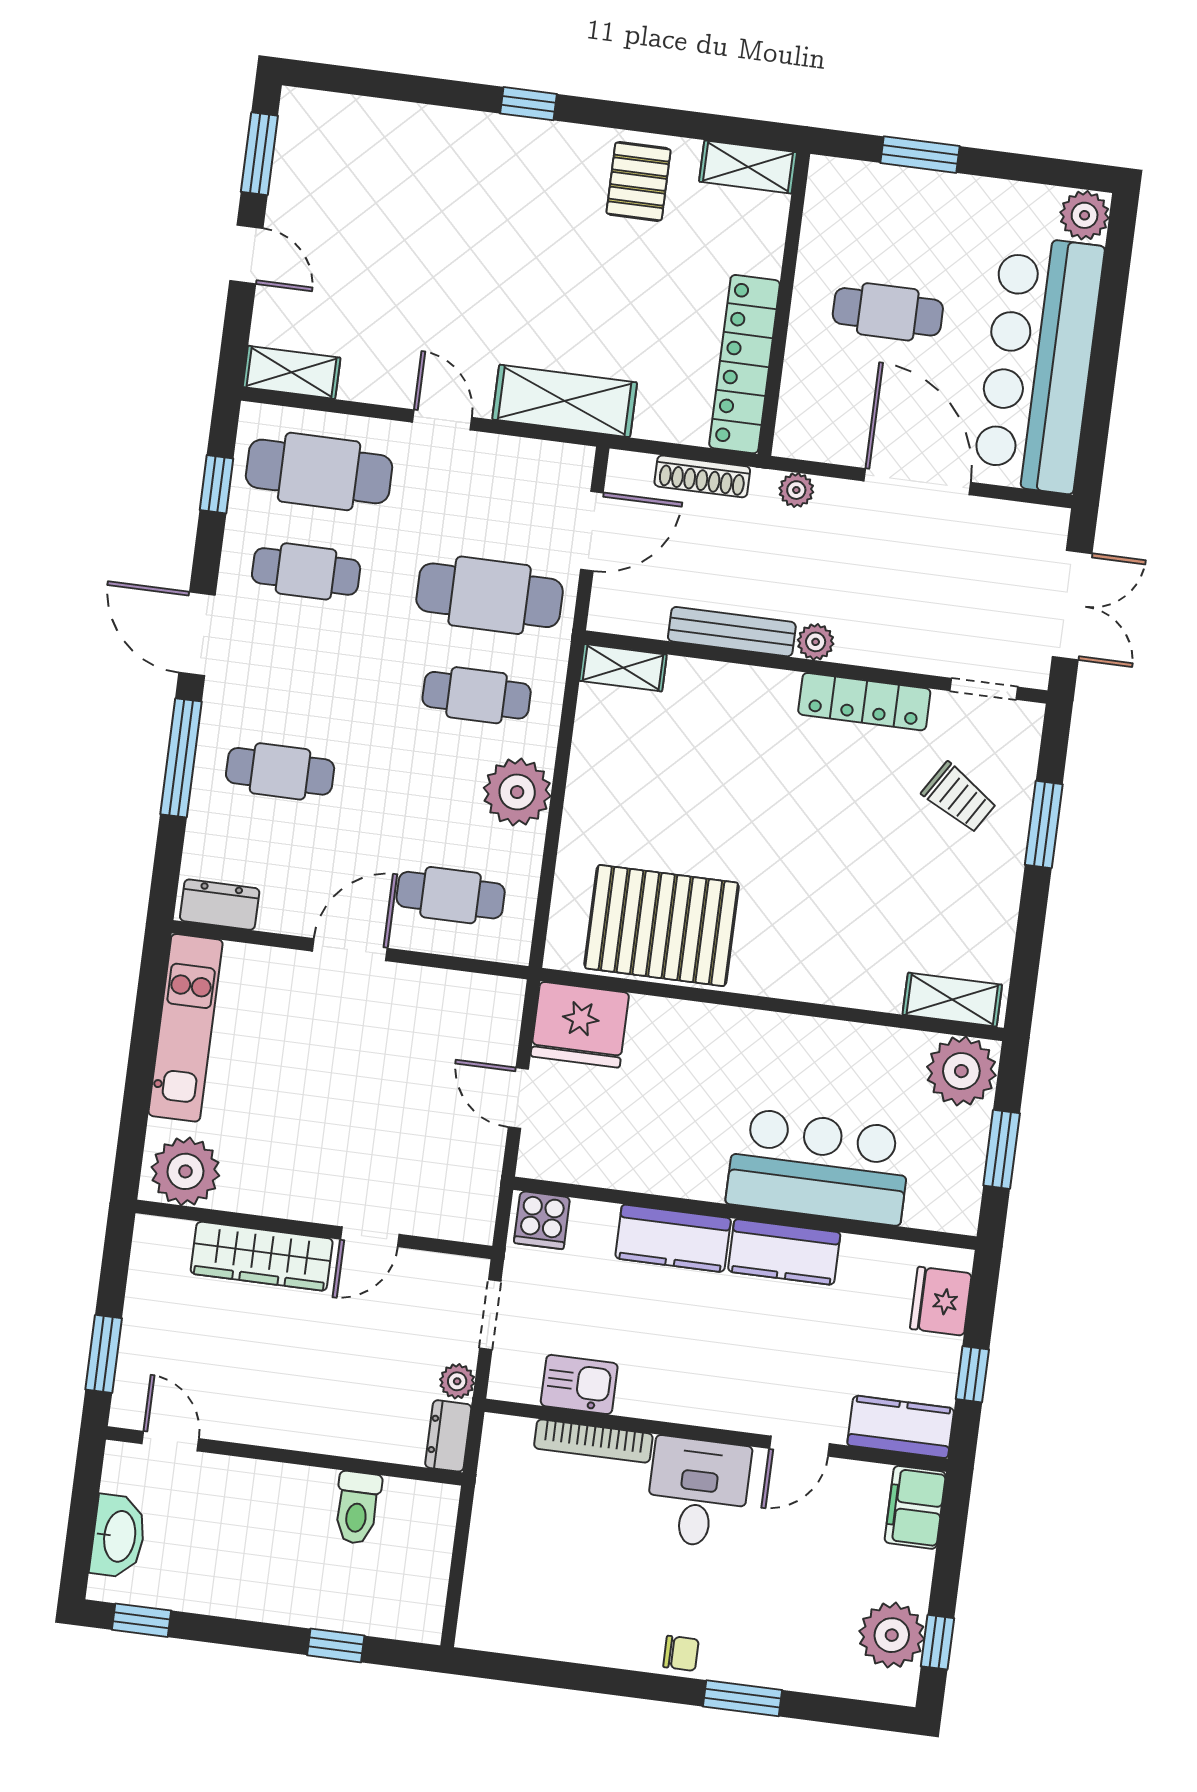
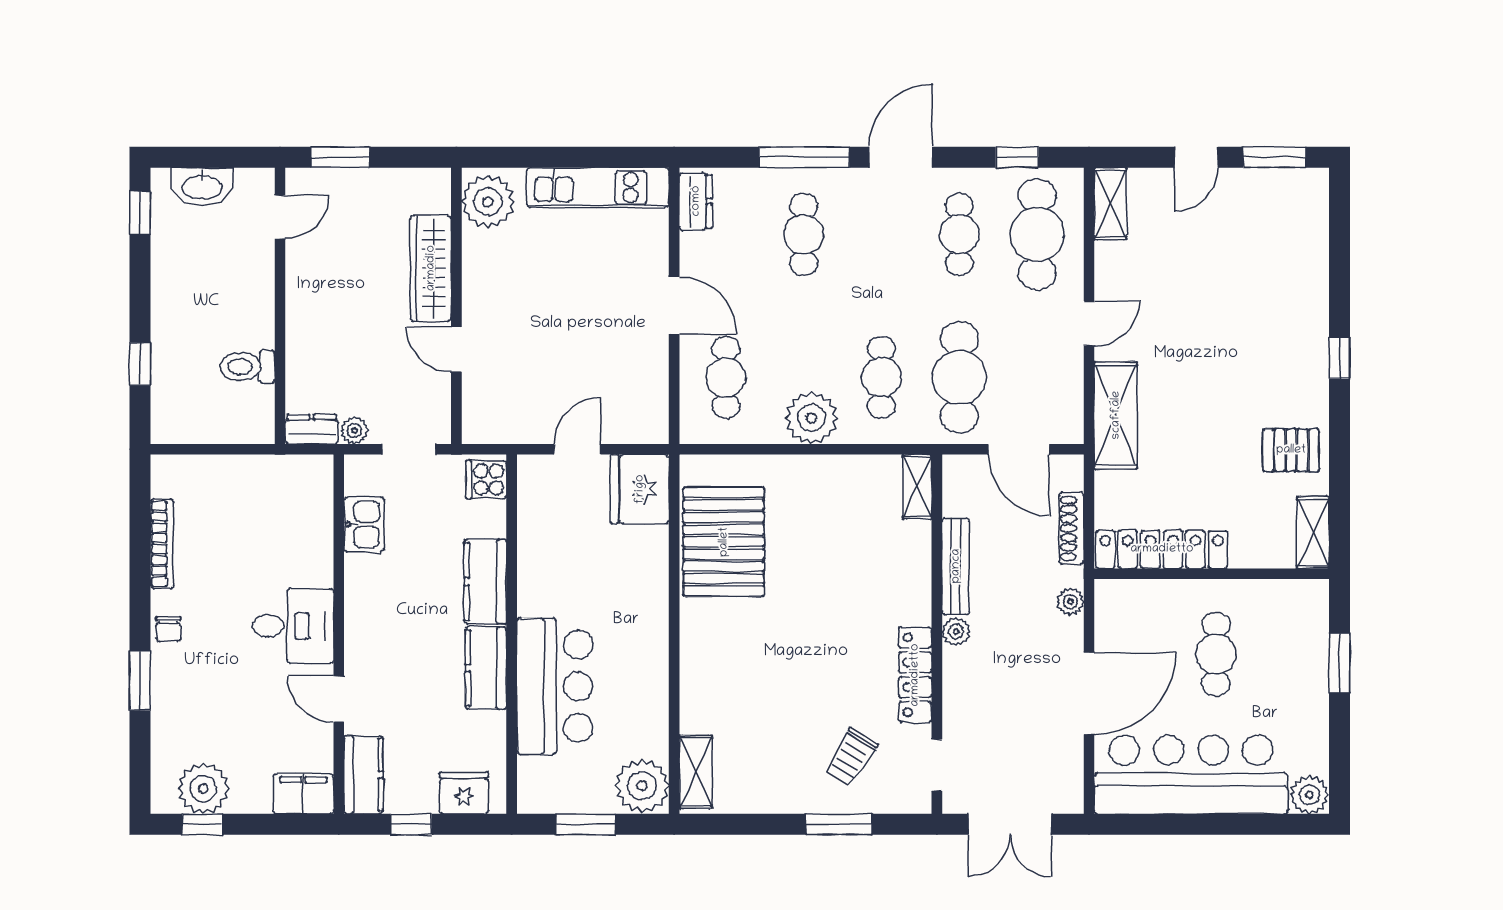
bookcase: (593, 1441) -> (162, 544), moved, turned 180

